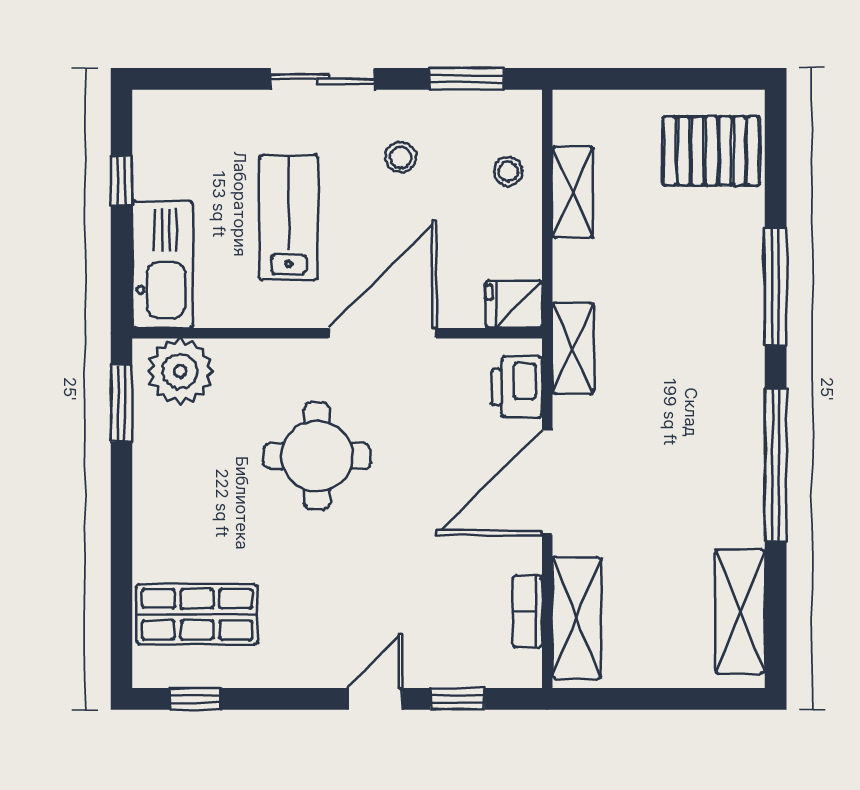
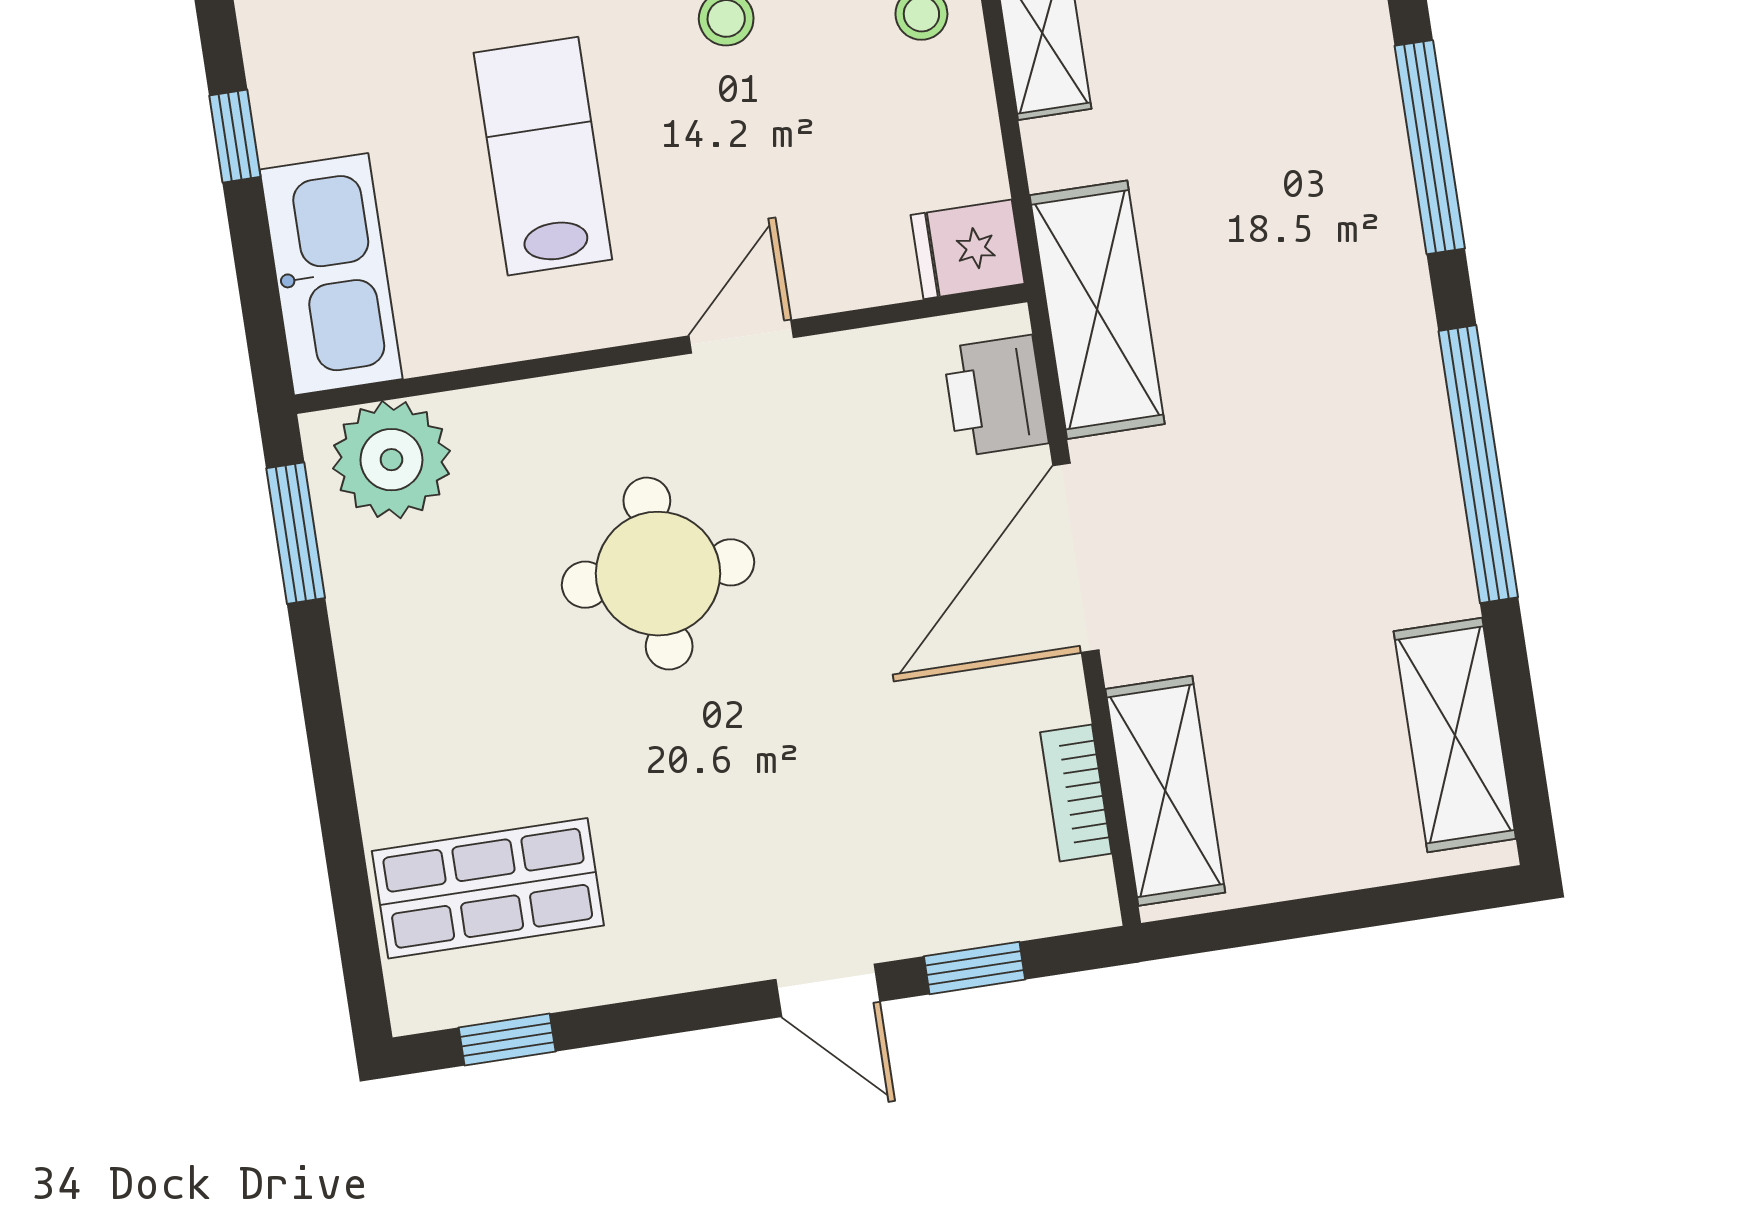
door: (382, 333) -> (741, 337), width x0.53
shelving: (573, 348) -> (1097, 310), width x1.50, depth x1.33
door: (375, 699) -> (828, 990), swing flipped

